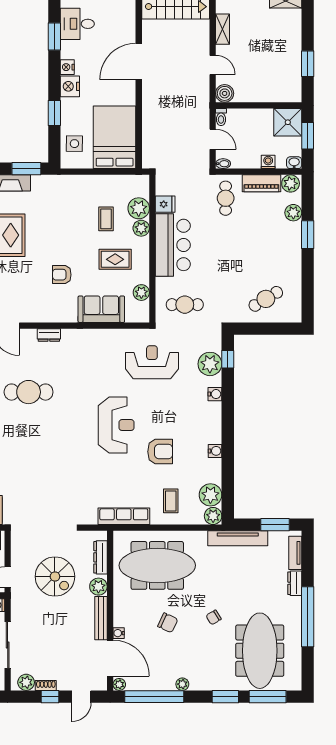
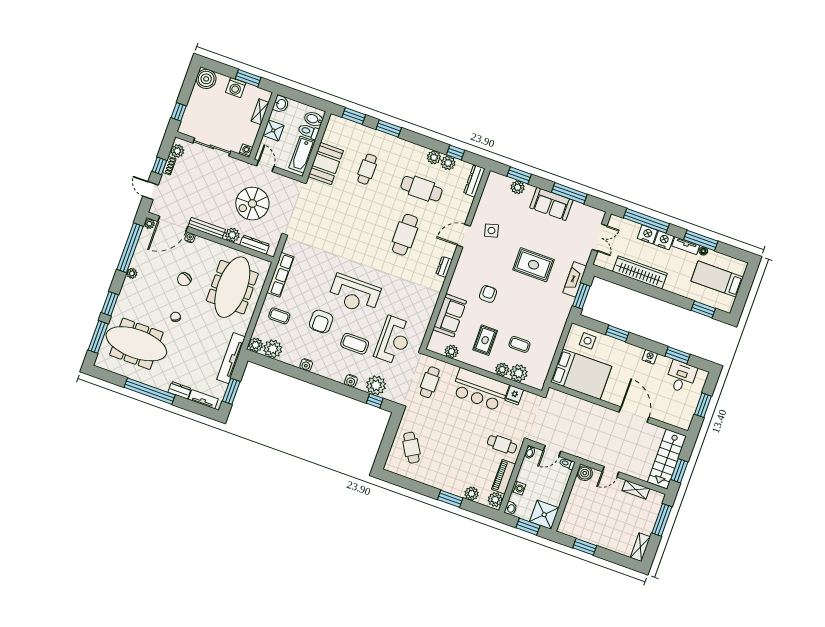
nightstand: (70, 86) -> (634, 353), removed
coffee table: (172, 405) -> (355, 344), added

